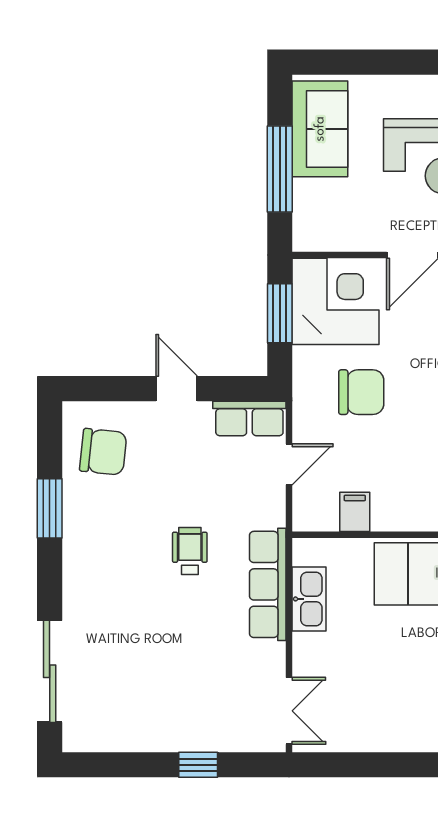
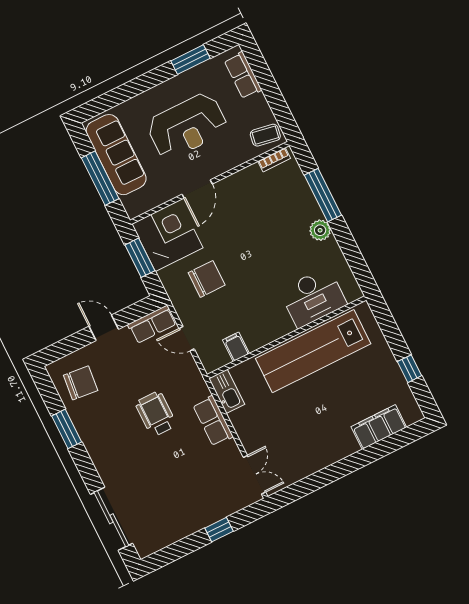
sofa: (320, 129) -> (116, 155), width x1.36
door: (289, 464) -> (187, 339), swing flipped
wheelchair: (190, 551) -> (156, 414), width x1.36, depth x1.37
row of seats: (268, 584) -> (213, 421), width x0.68
kitchen sink: (309, 599) -> (227, 391), moved

